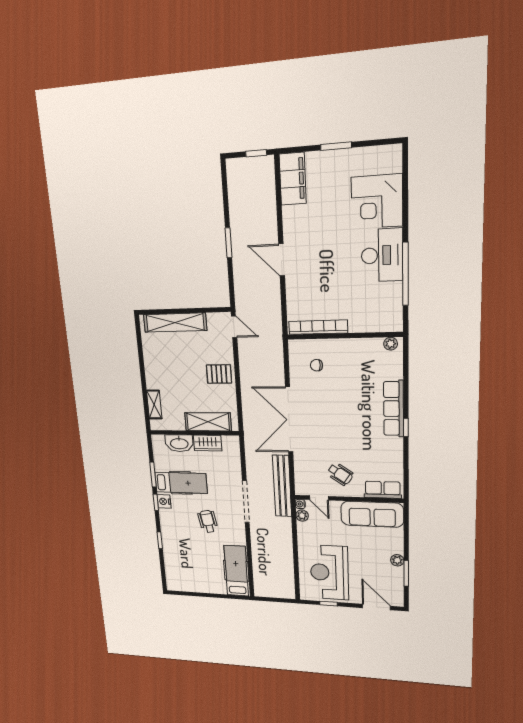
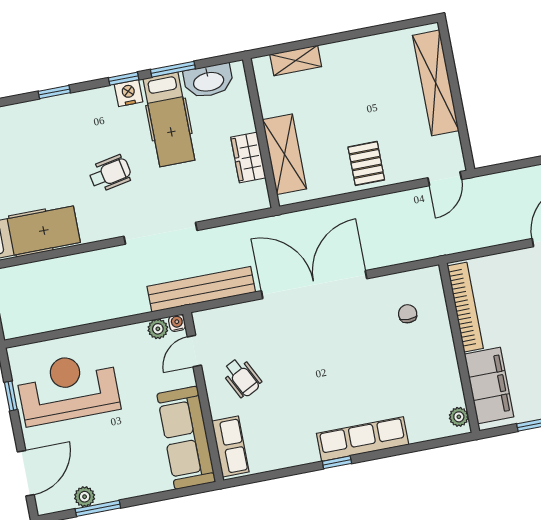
filing cabinet: (373, 320) -> (489, 386), added
washbasin: (179, 443) -> (208, 81), moved, turned -90
wheelchair: (340, 474) -> (242, 378), turned -61
plant: (397, 560) -> (85, 497), moved

